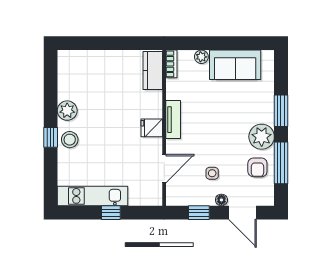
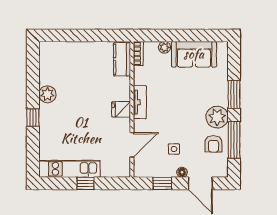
stool: (70, 140) -> (50, 120), removed

